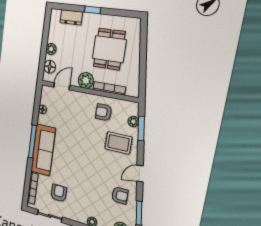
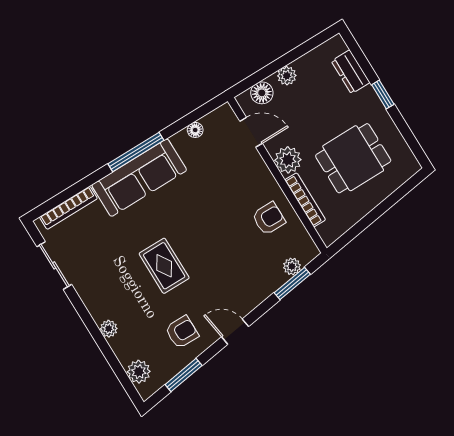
armchair: (104, 112) -> (269, 218), turned 90
rug: (118, 143) -> (164, 266), moved
armchair: (59, 193) -> (101, 251), removed
armchair: (120, 195) -> (182, 332), turned -90

